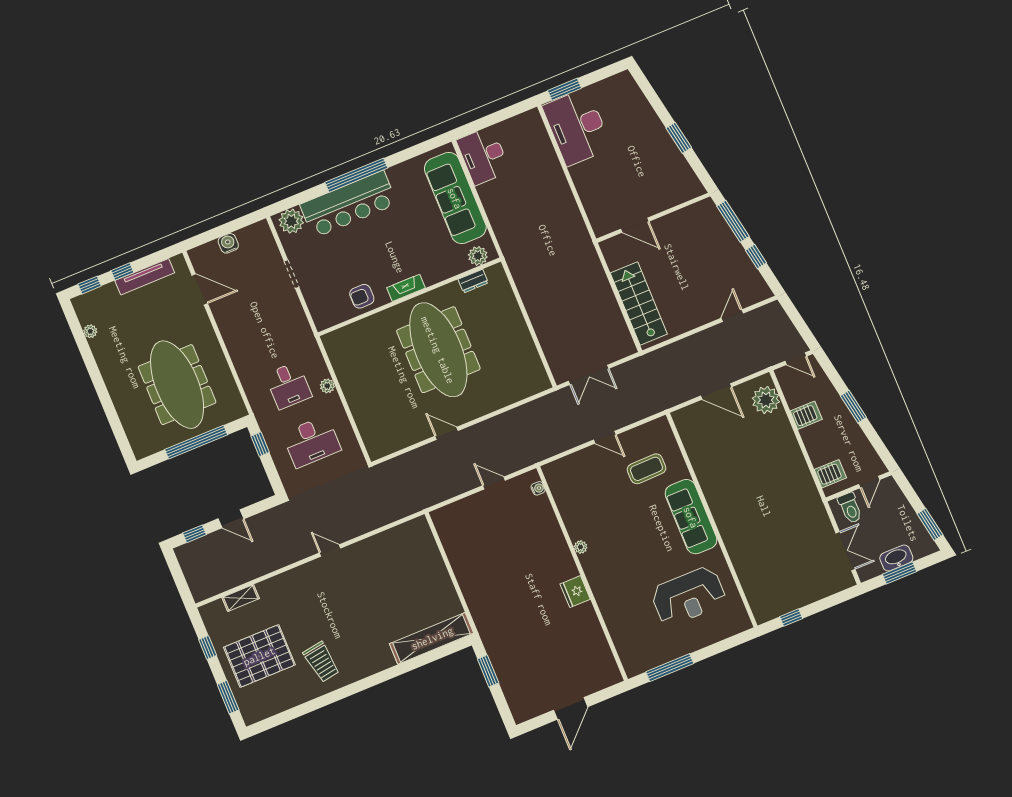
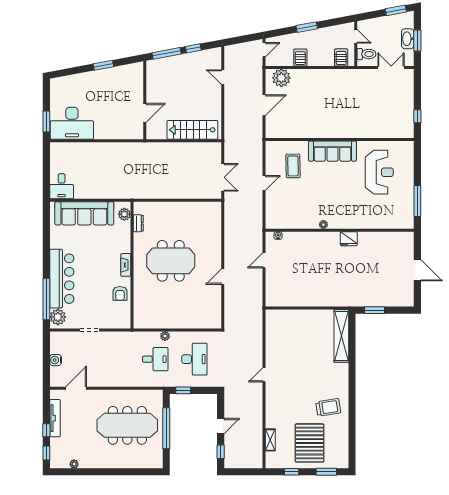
desk: (483, 156) -> (62, 186), width x0.73
window: (356, 175) -> (46, 299), moved
meeting table: (438, 350) -> (171, 261), width x0.73

